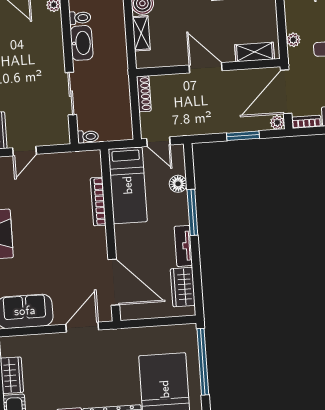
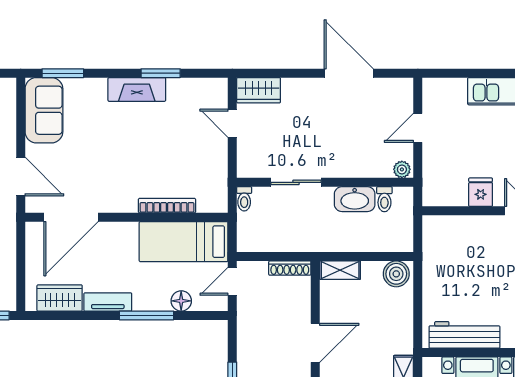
shelving: (141, 33) -> (340, 270), moved

